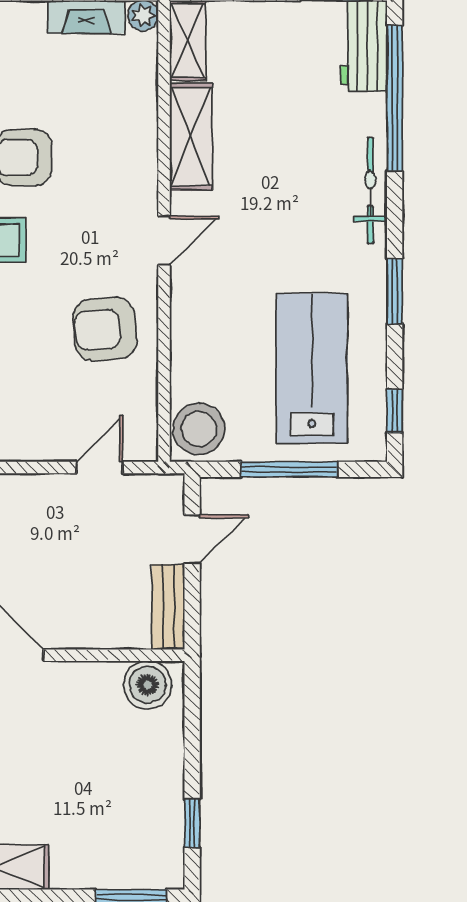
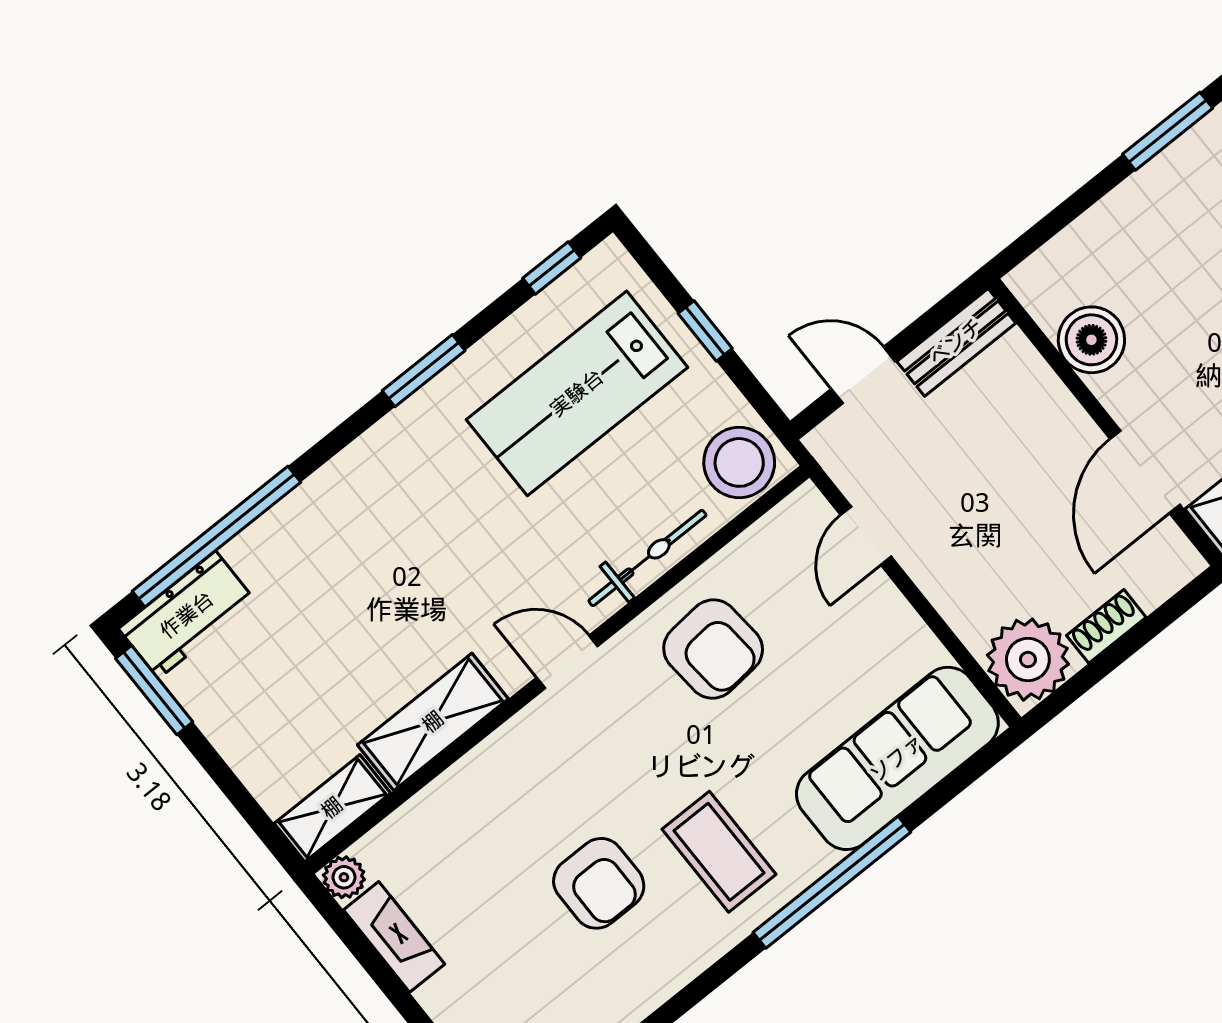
bicycle: (370, 191) -> (647, 558), moved, turned 180
door: (100, 468) -> (866, 536), hinge flipped
window: (289, 469) -> (705, 331), width x0.46
boiler: (148, 685) -> (1091, 340), moved
window: (192, 823) -> (1168, 131), width x1.50

